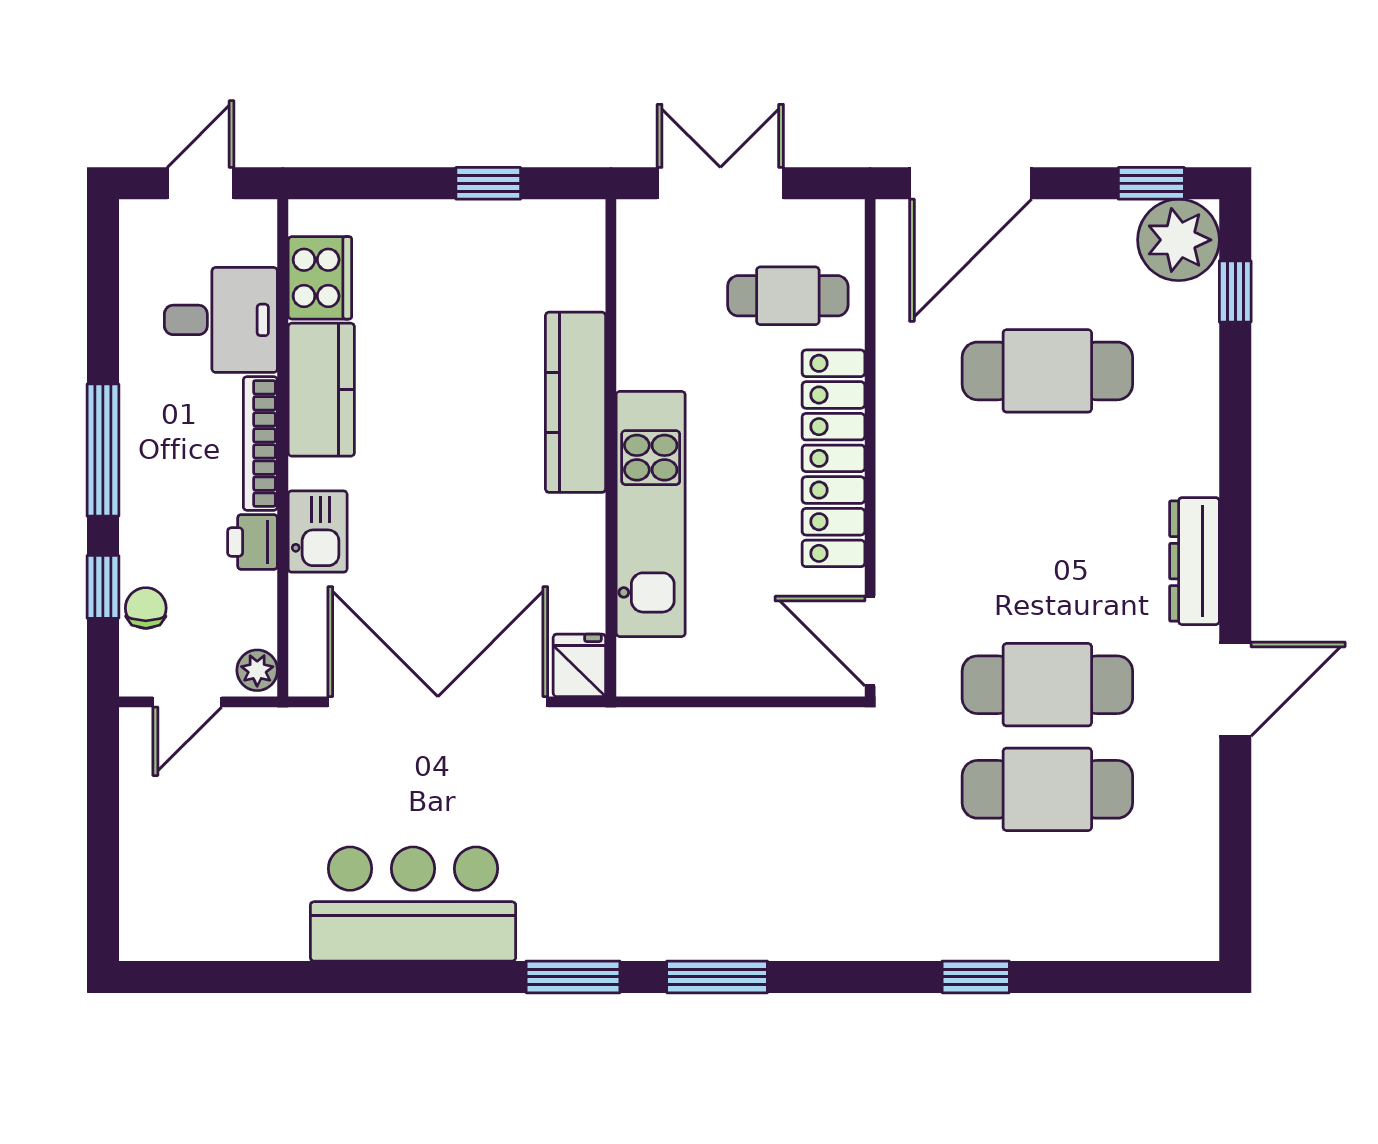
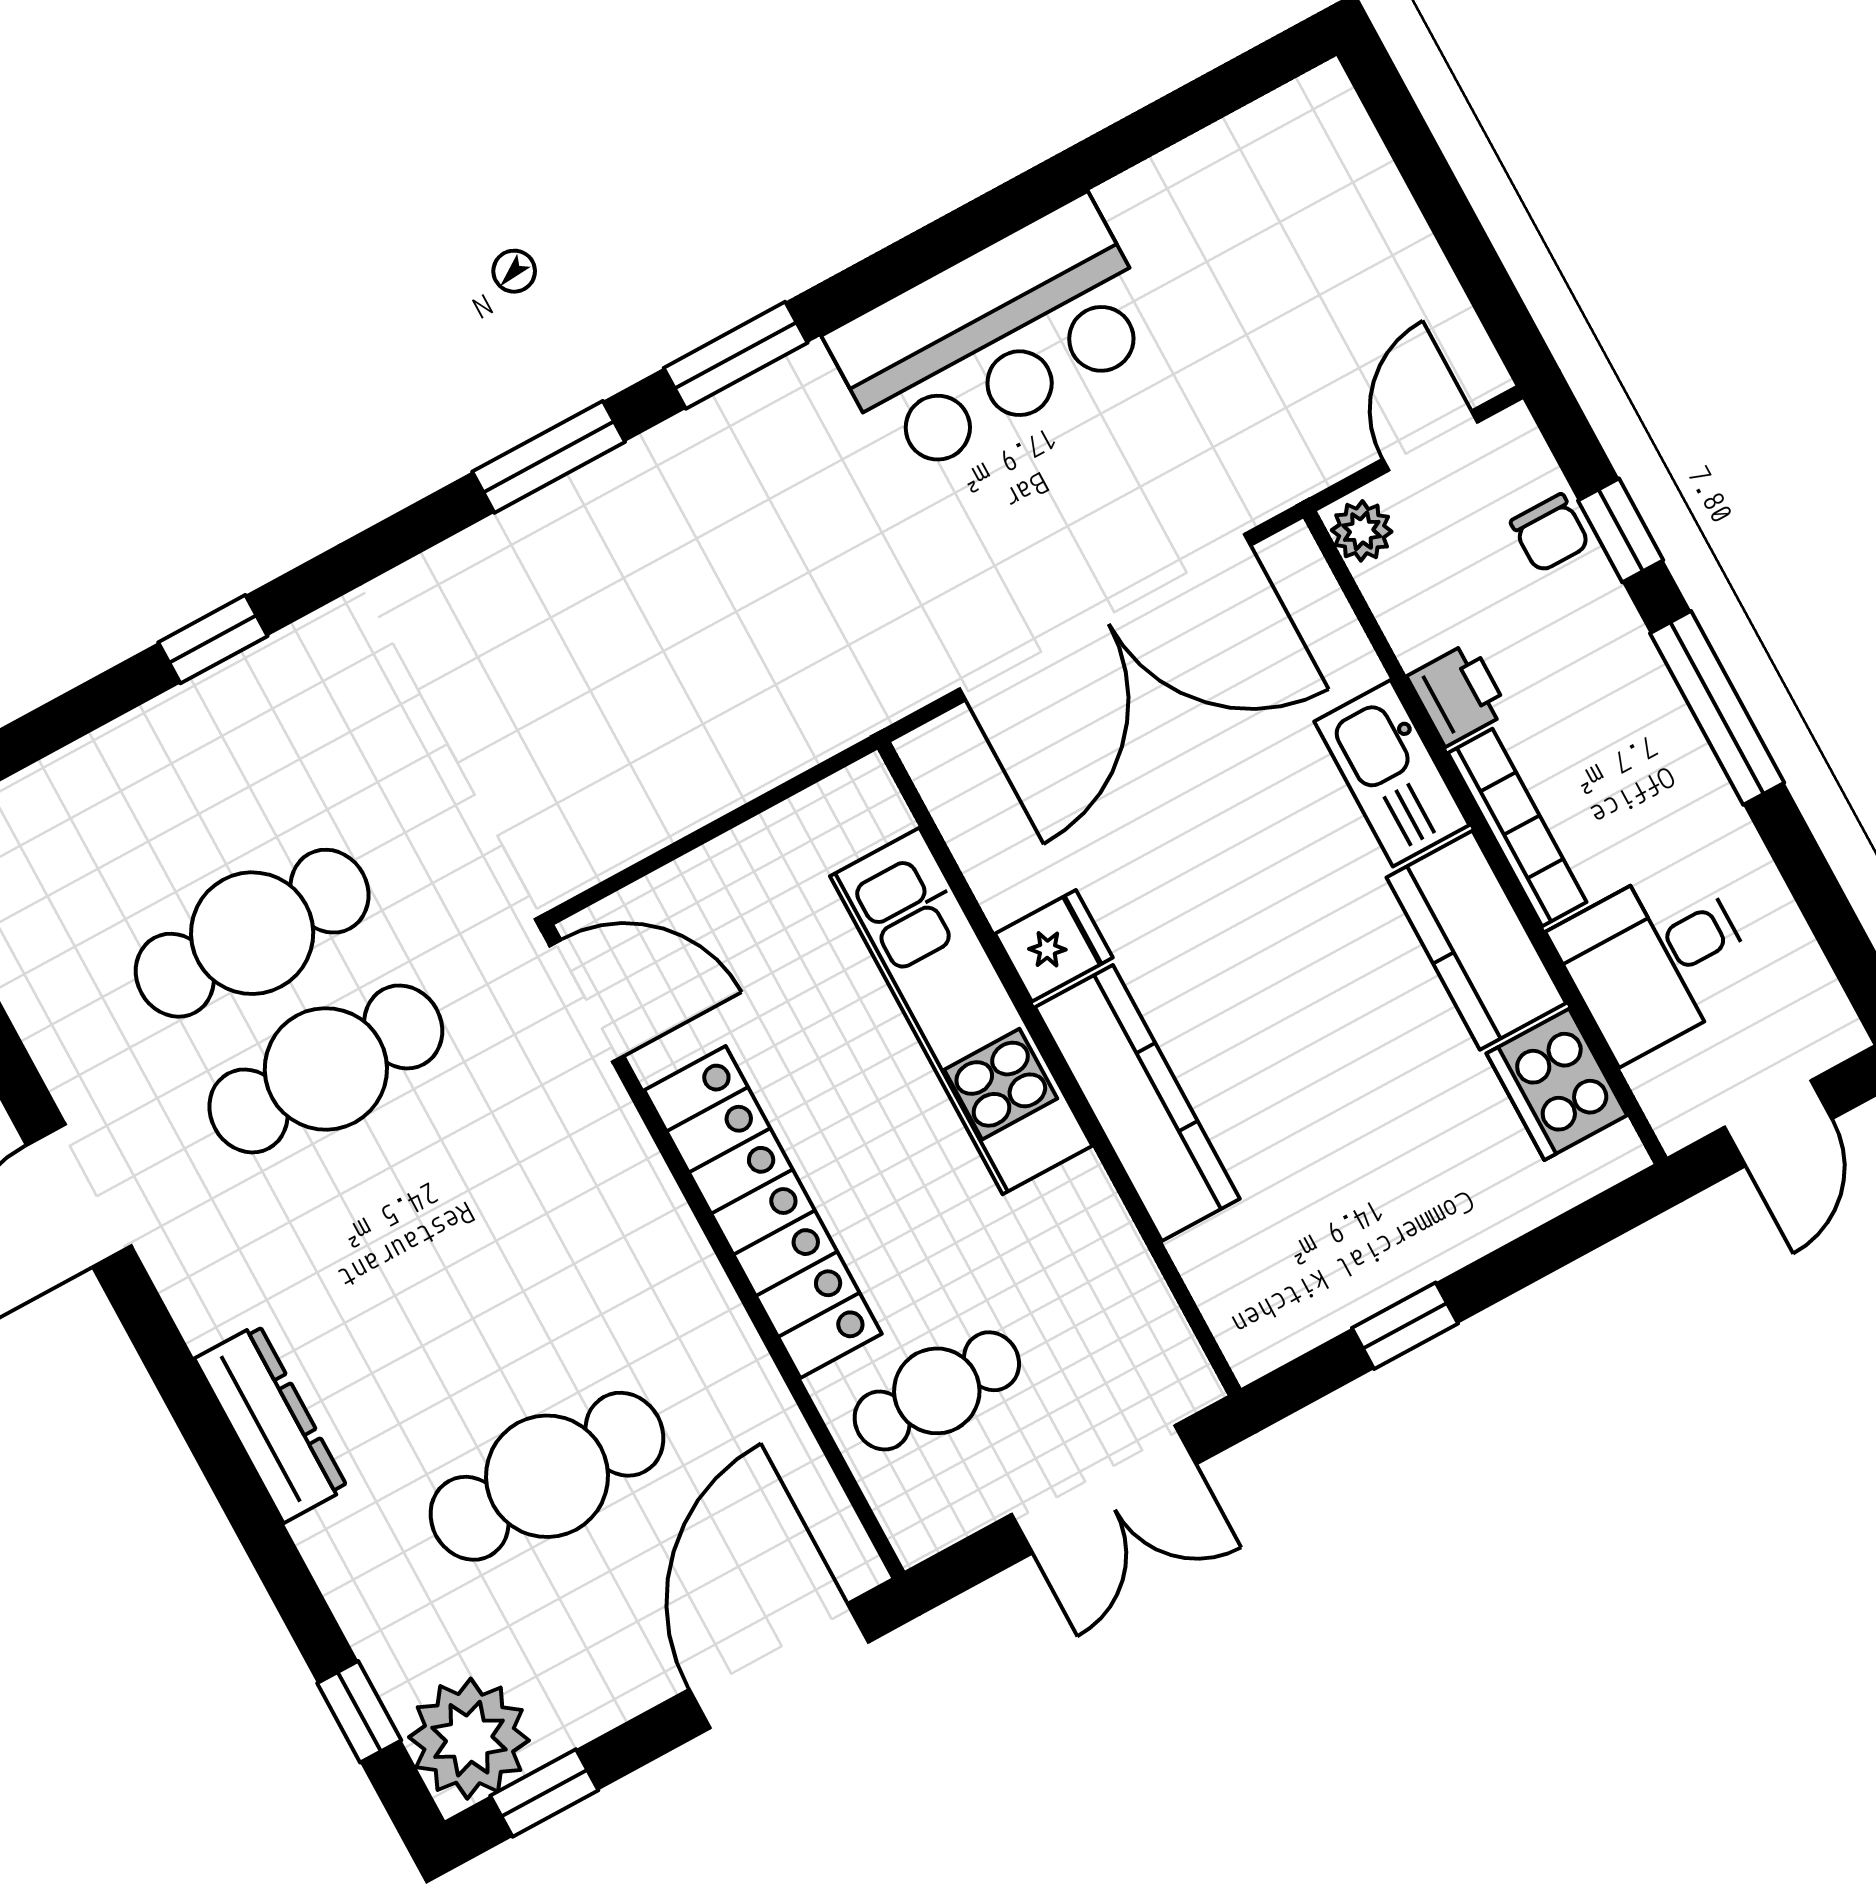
kitchen sink: (318, 532) -> (1392, 773), width x1.38
dresser: (1194, 561) -> (271, 1423), moved
fridge: (579, 665) -> (1054, 946), moved, turned -90

